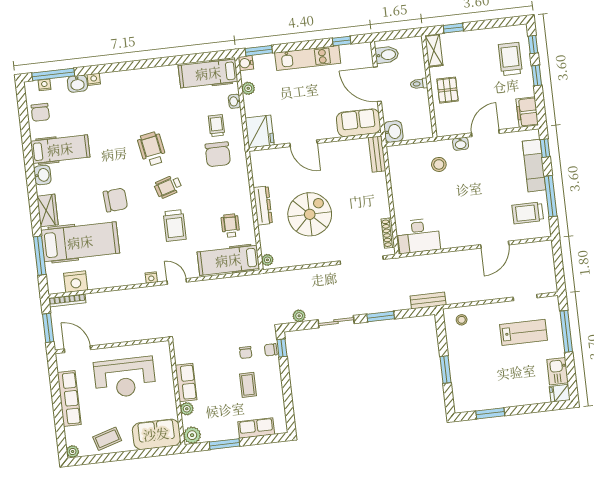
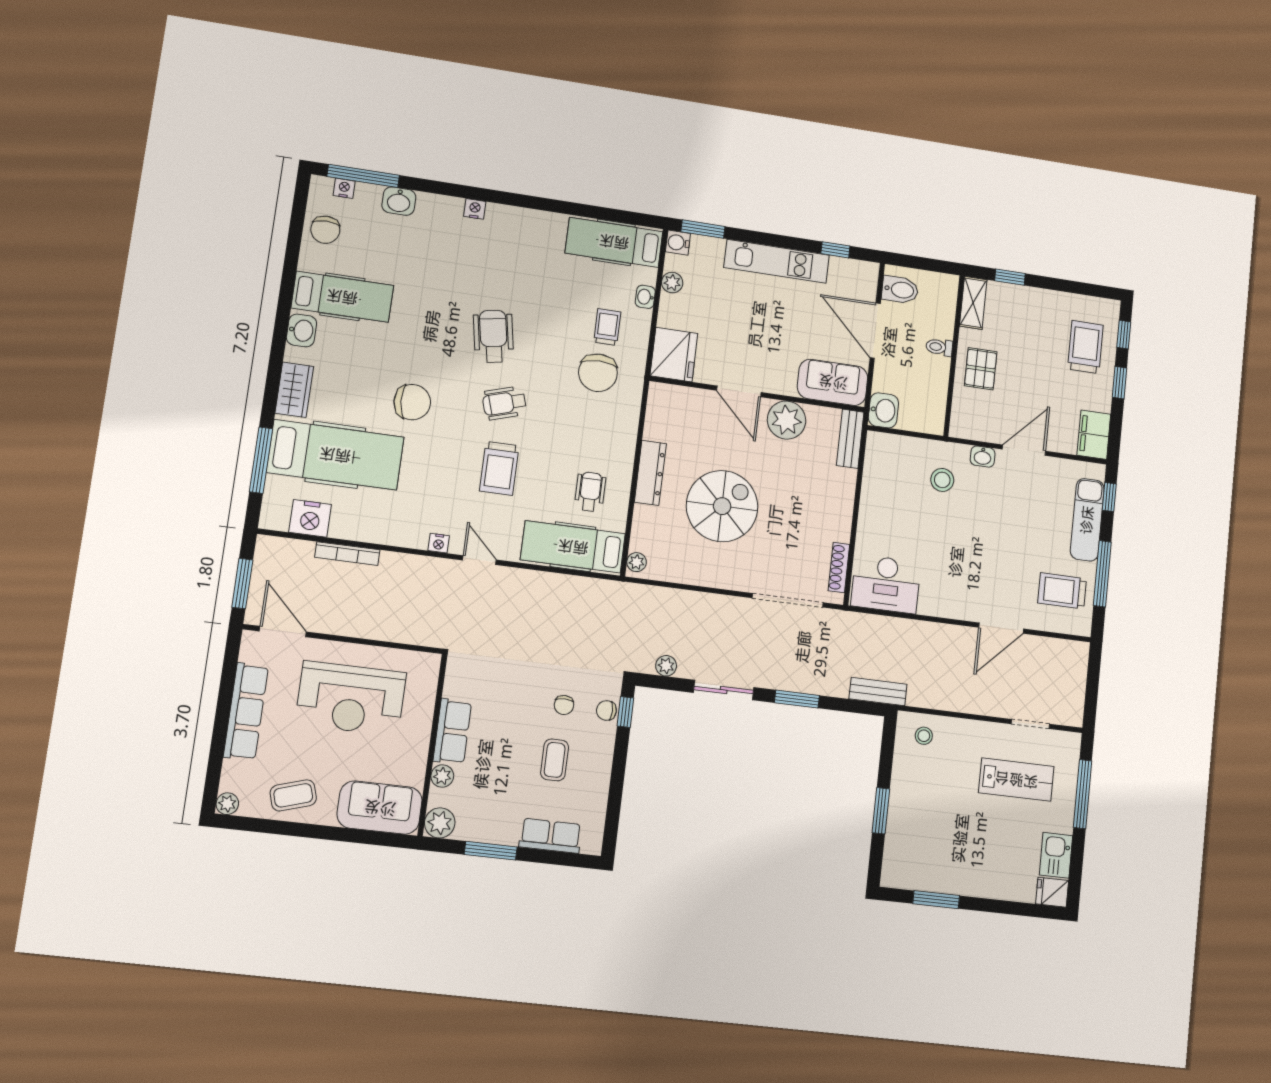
nightstand: (94, 79) -> (475, 209), moved
plant: (336, 153) -> (787, 420), added
bookcase: (67, 300) -> (347, 554), moved

